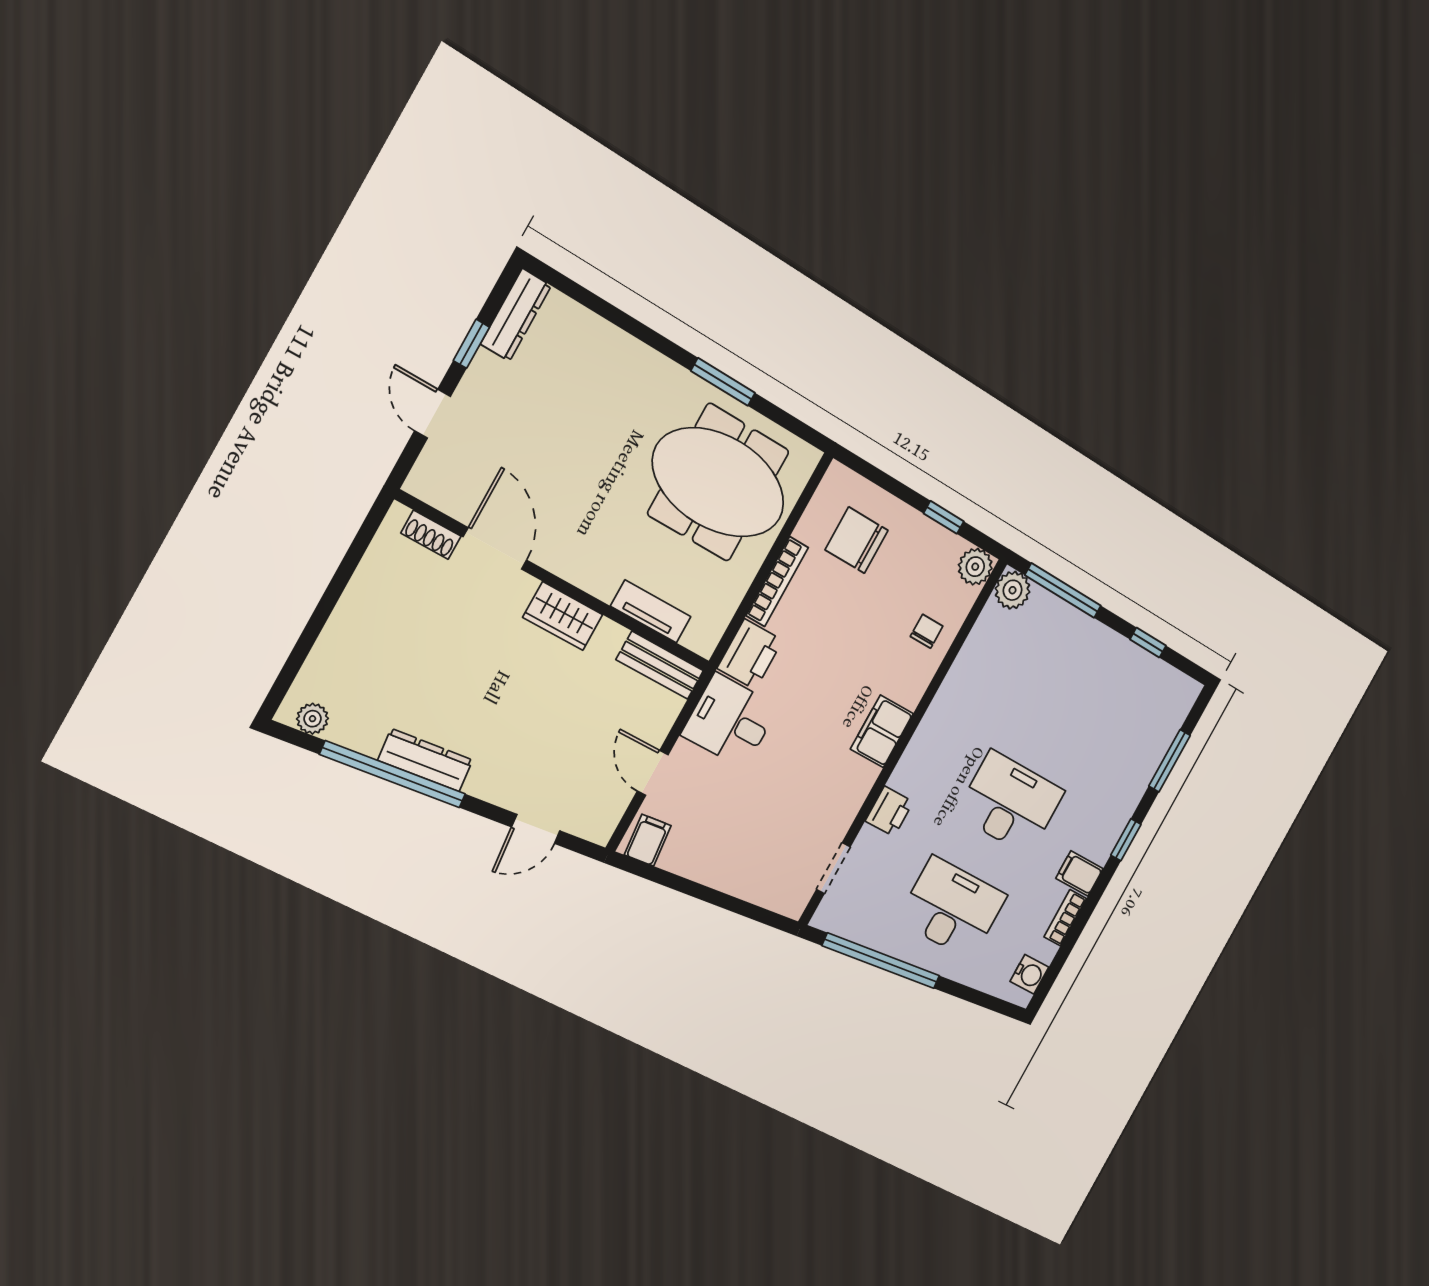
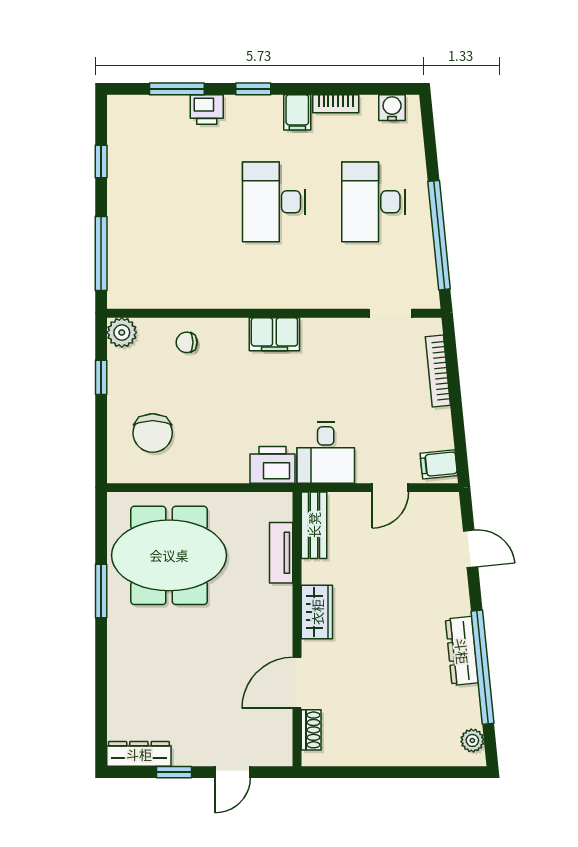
meeting table: (718, 482) -> (169, 555), turned 90
bookcase: (777, 582) -> (438, 371), moved, turned -96
plant: (1013, 590) -> (122, 293), removed
printer: (889, 811) -> (207, 109), moved, turned 180

